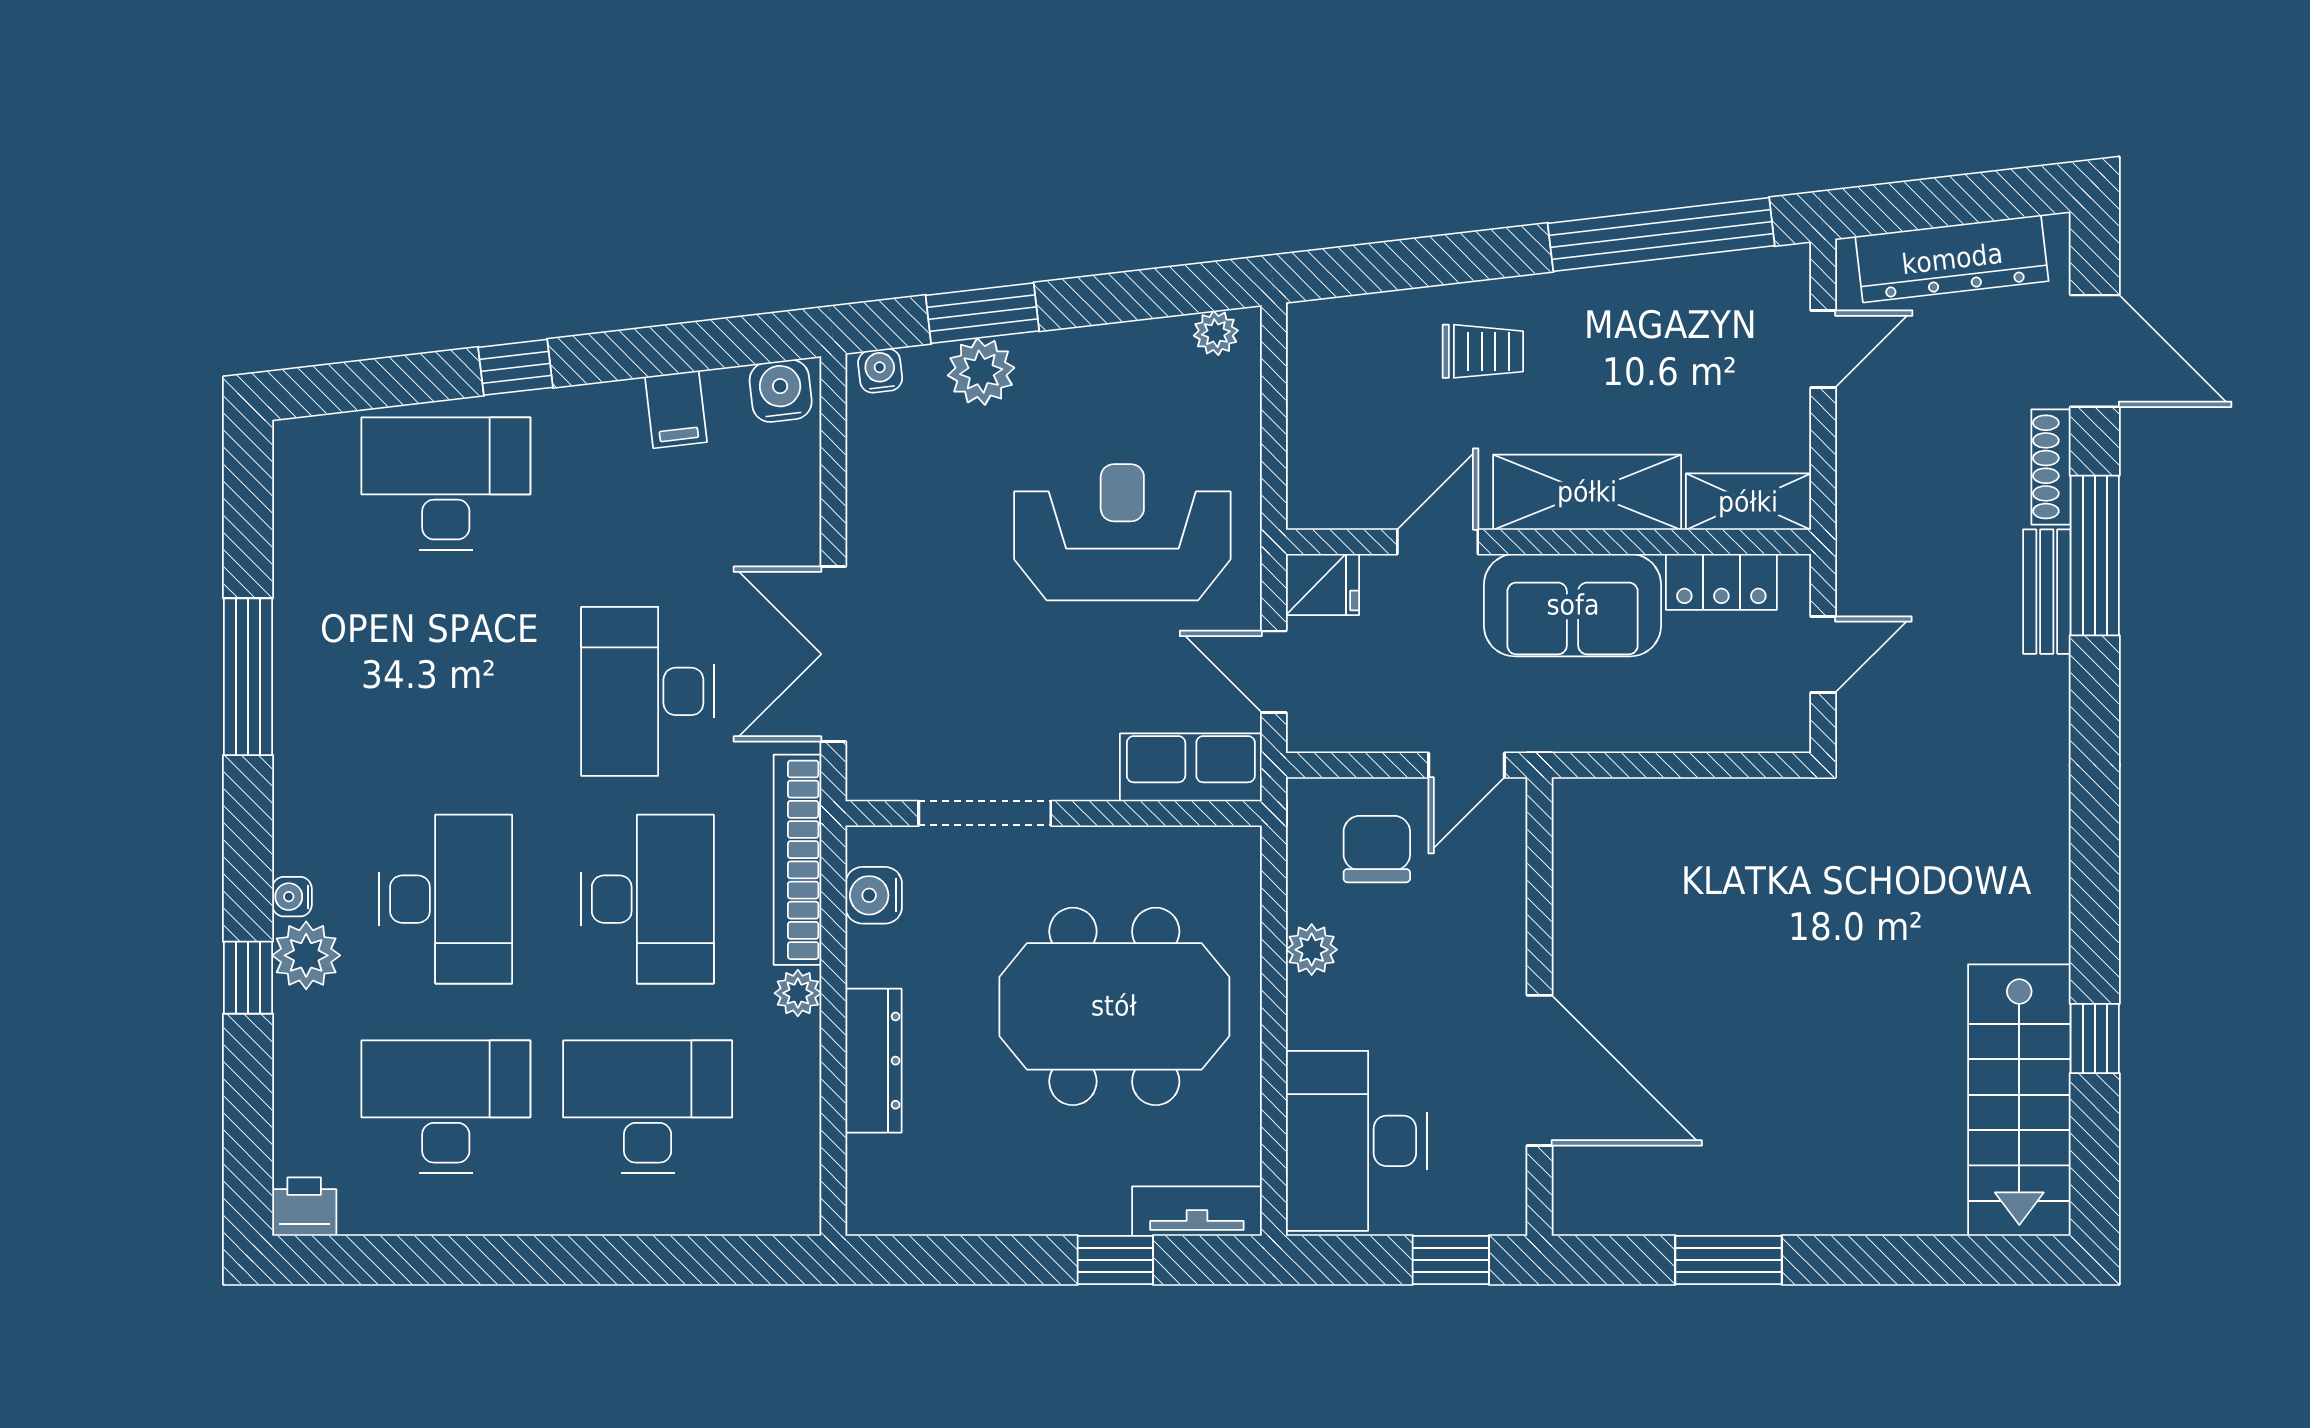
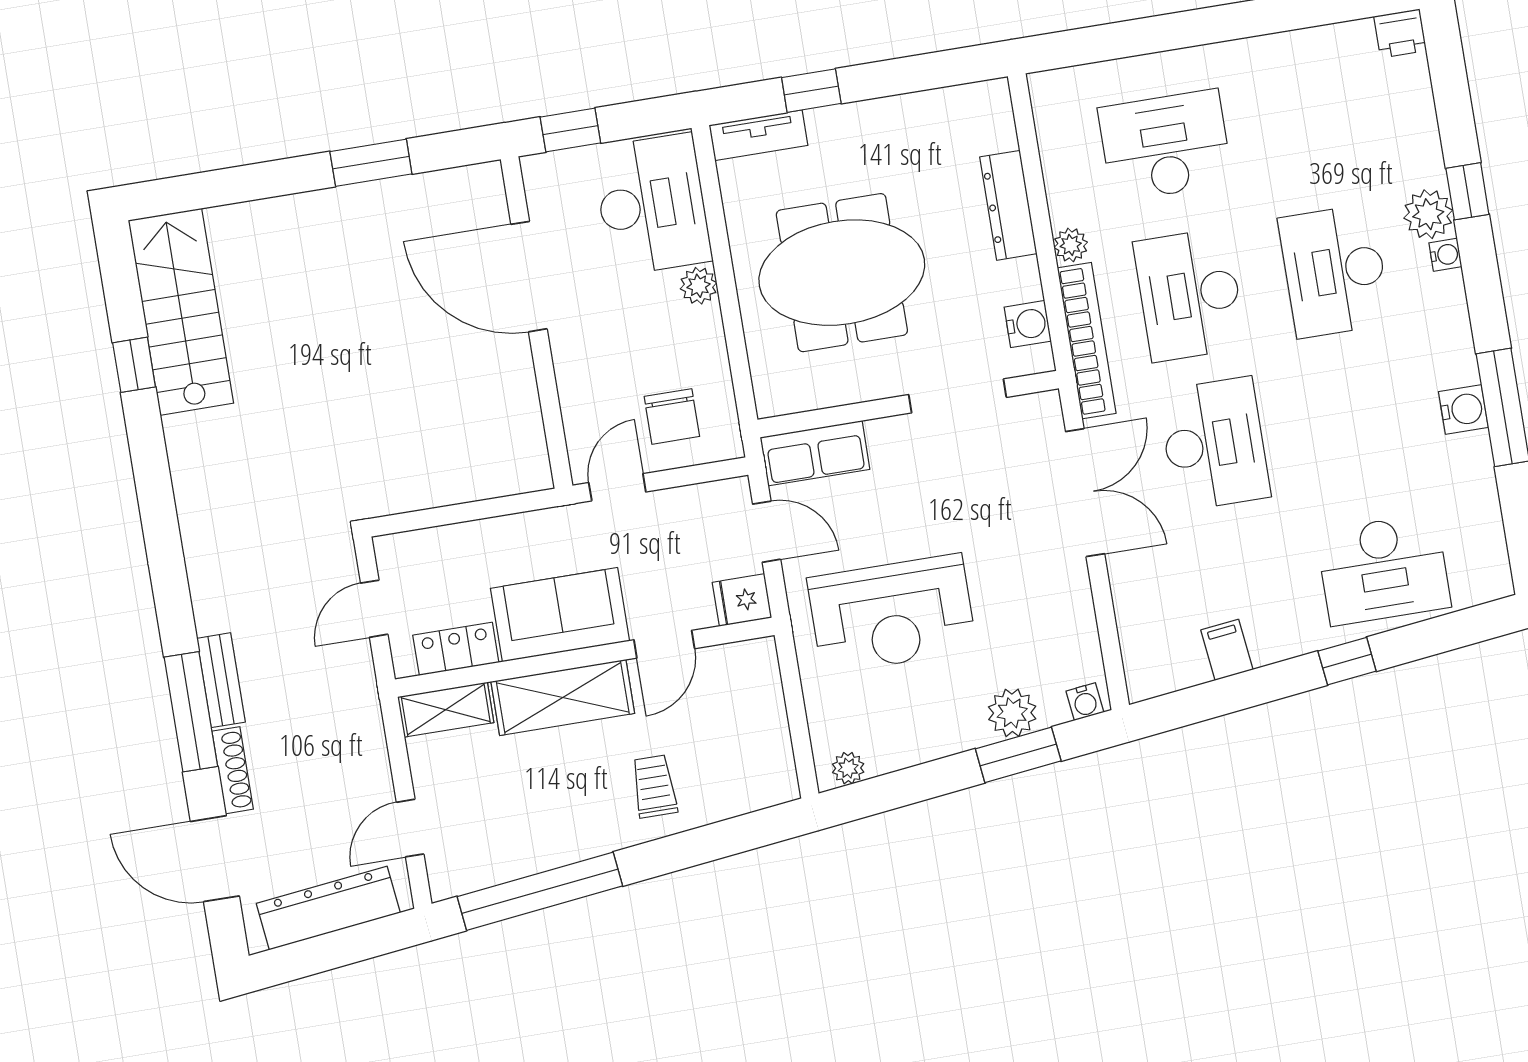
trolley: (1483, 351) -> (654, 786), turned 90
water cooler: (781, 391) -> (1463, 409), moved, turned -83
plant: (1312, 950) -> (699, 286), moved
desk: (446, 1107) -> (1310, 122), removed
desk: (648, 1107) -> (1165, 146), turned 180

